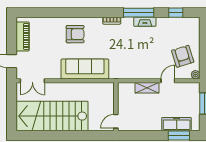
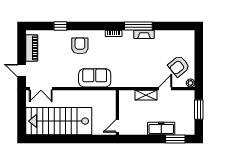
window: (176, 13) -> (60, 26), moved
armchair: (75, 34) -> (80, 46), turned -90
armchair: (183, 56) -> (179, 66), turned -112
sofa: (85, 69) -> (95, 78), width x0.73
freezer: (177, 124) -> (161, 128), moved

